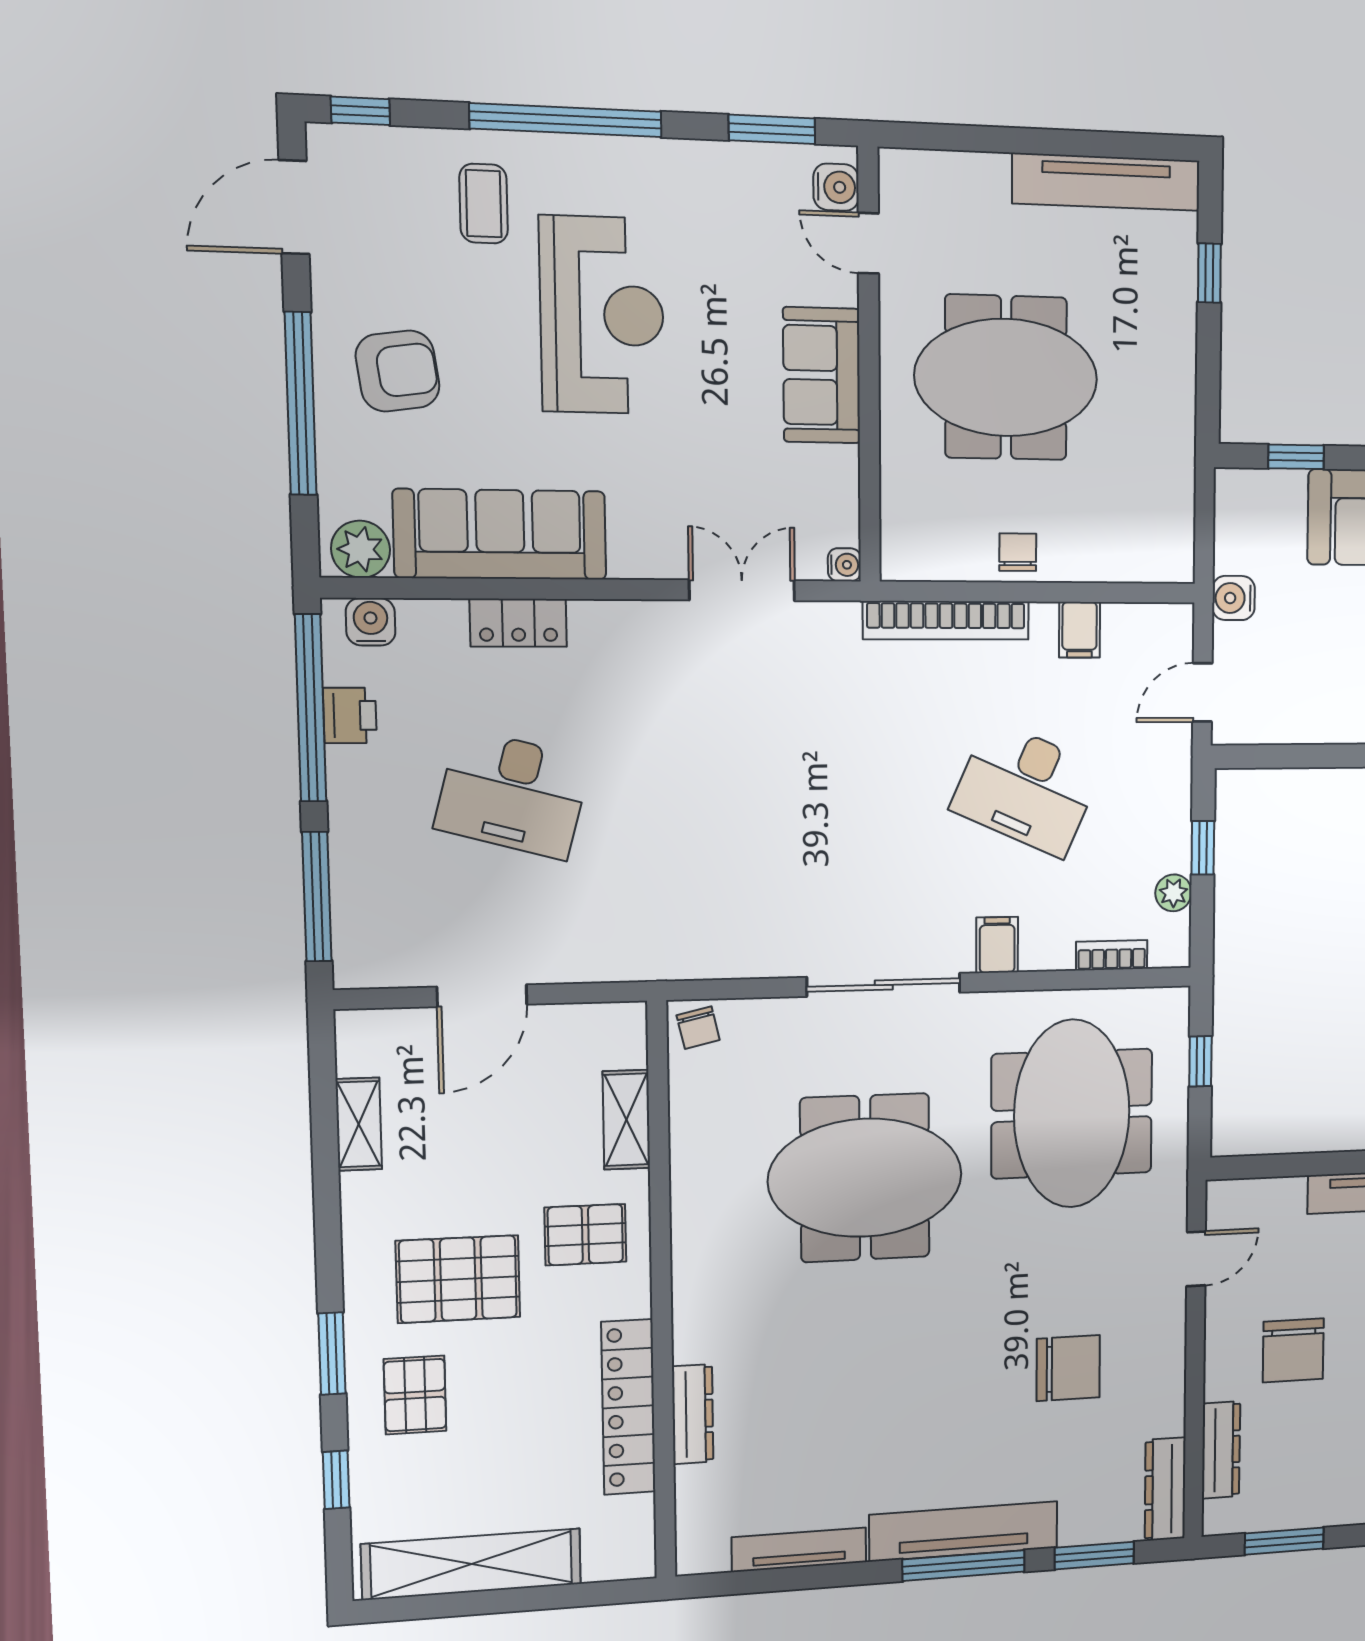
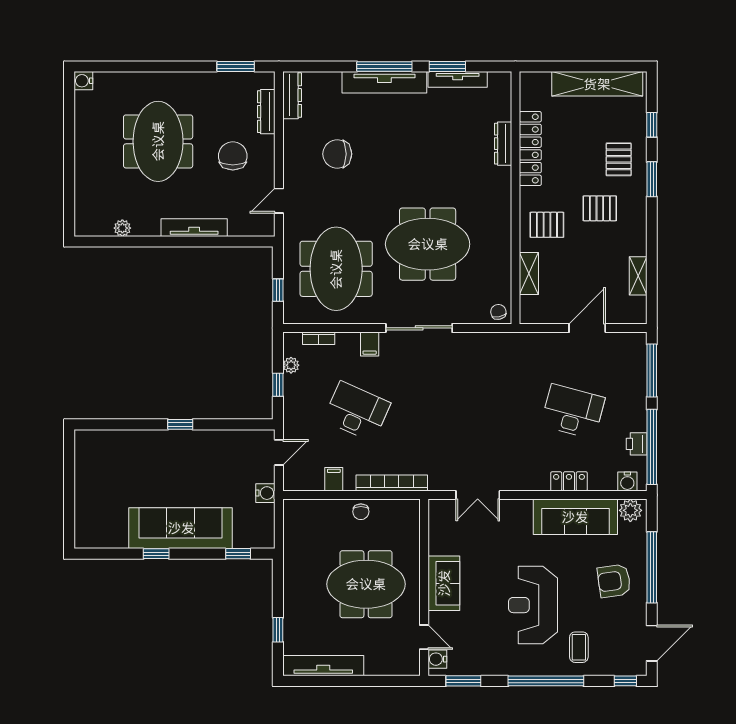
water cooler: (844, 565) -> (435, 506), removed
pallet: (458, 1279) -> (600, 208), width x0.67, depth x0.71
window: (1094, 1556) -> (447, 67), moved

